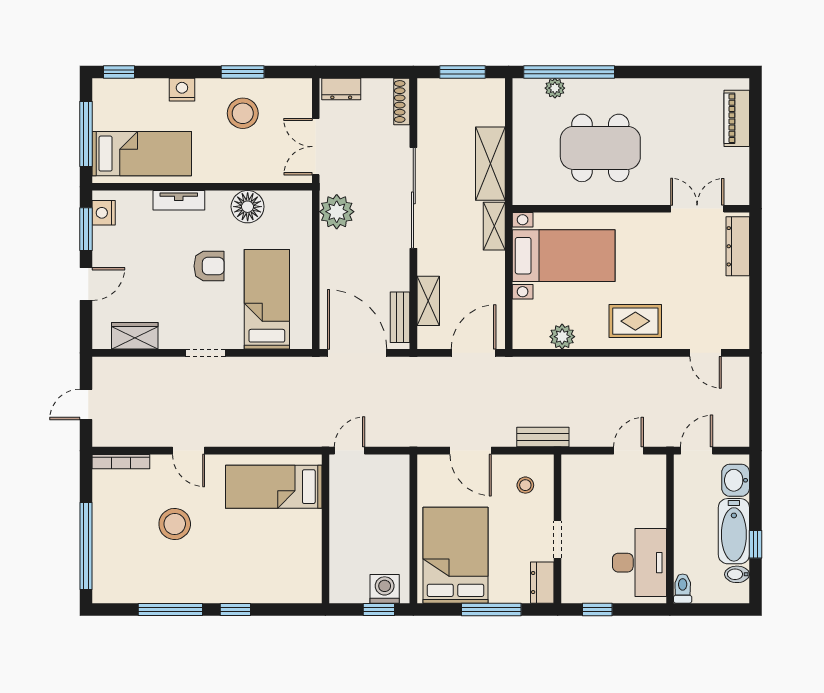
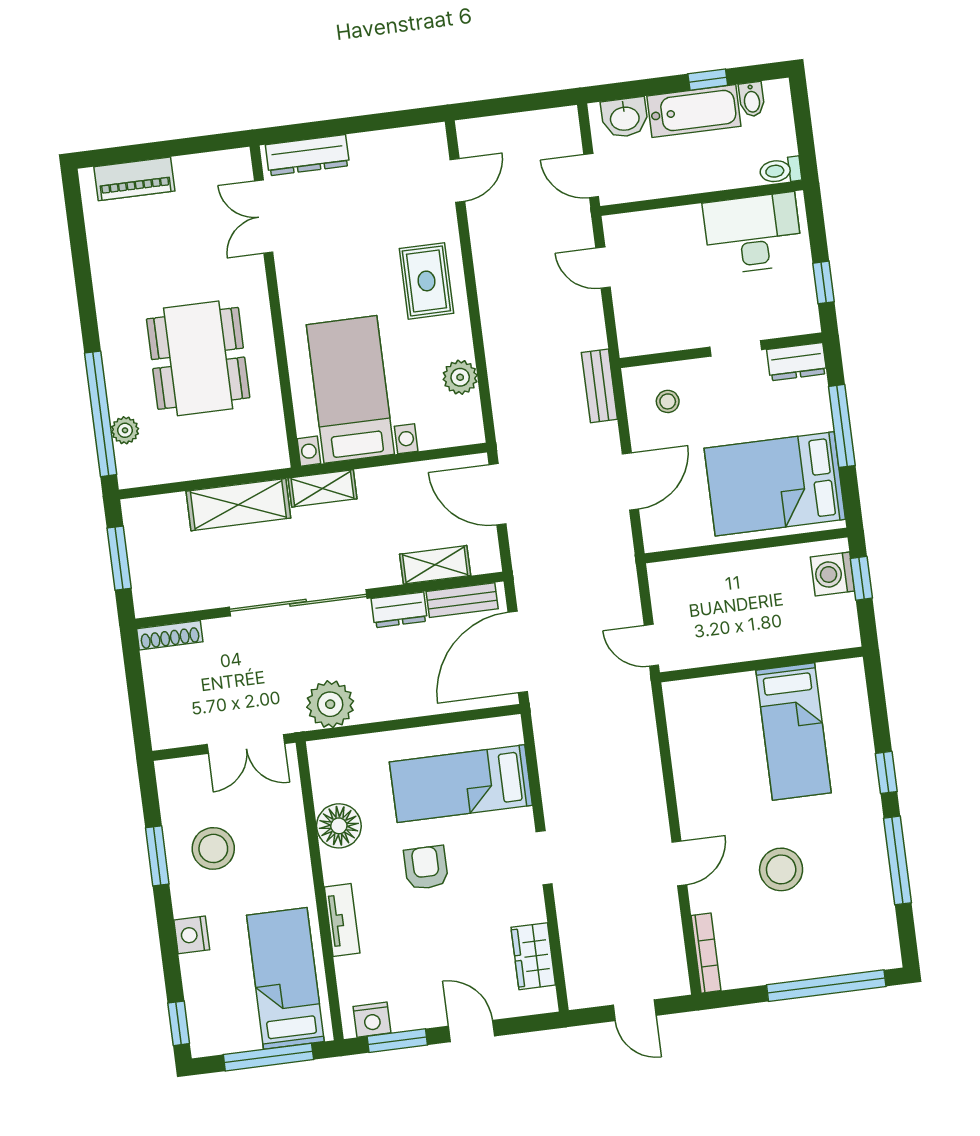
dresser: (341, 89) -> (399, 610), moved, turned 90
bed: (274, 487) -> (794, 731), moved

